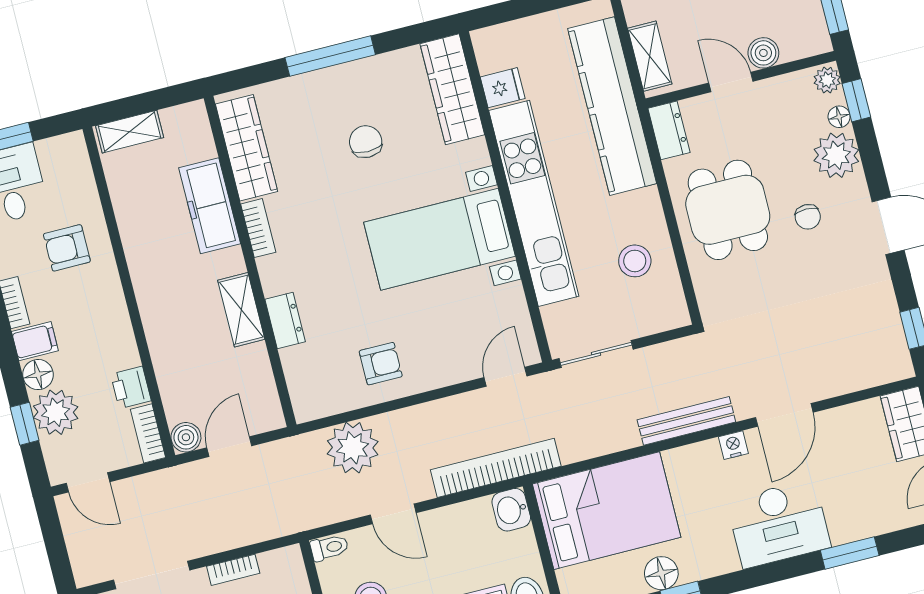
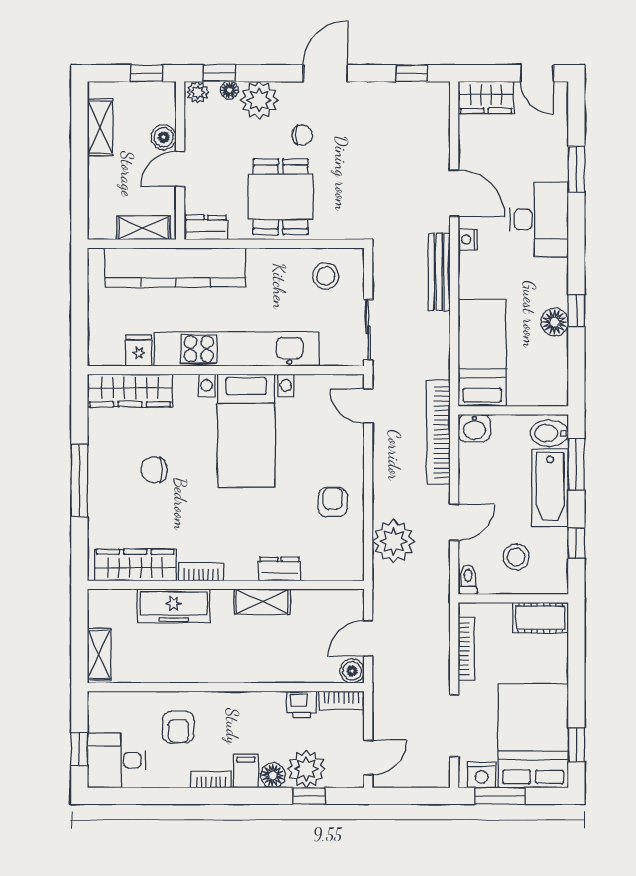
dining table: (728, 210) -> (281, 197), turned 90
stool: (635, 261) -> (326, 276), moved
door: (229, 447) -> (368, 638), hinge flipped
bed: (607, 511) -> (482, 353), width x0.67
bookcase: (233, 570) -> (466, 649), width x1.56

